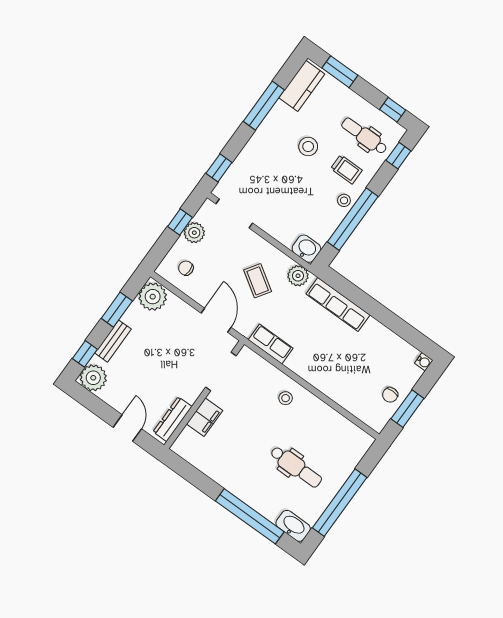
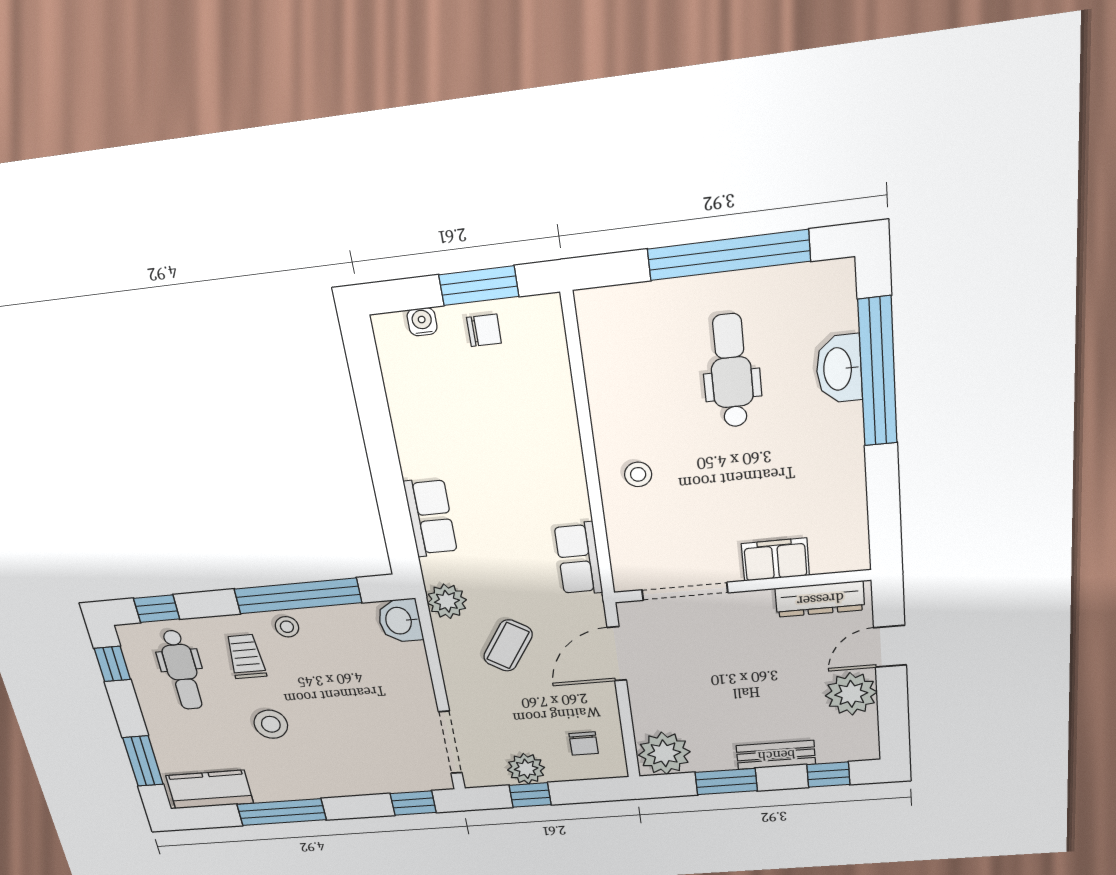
row of seats: (338, 304) -> (430, 517), width x0.68
water cooler: (424, 362) -> (422, 322), moved
plant: (93, 378) -> (851, 694), moved
washbasin: (293, 526) -> (839, 369), moved

